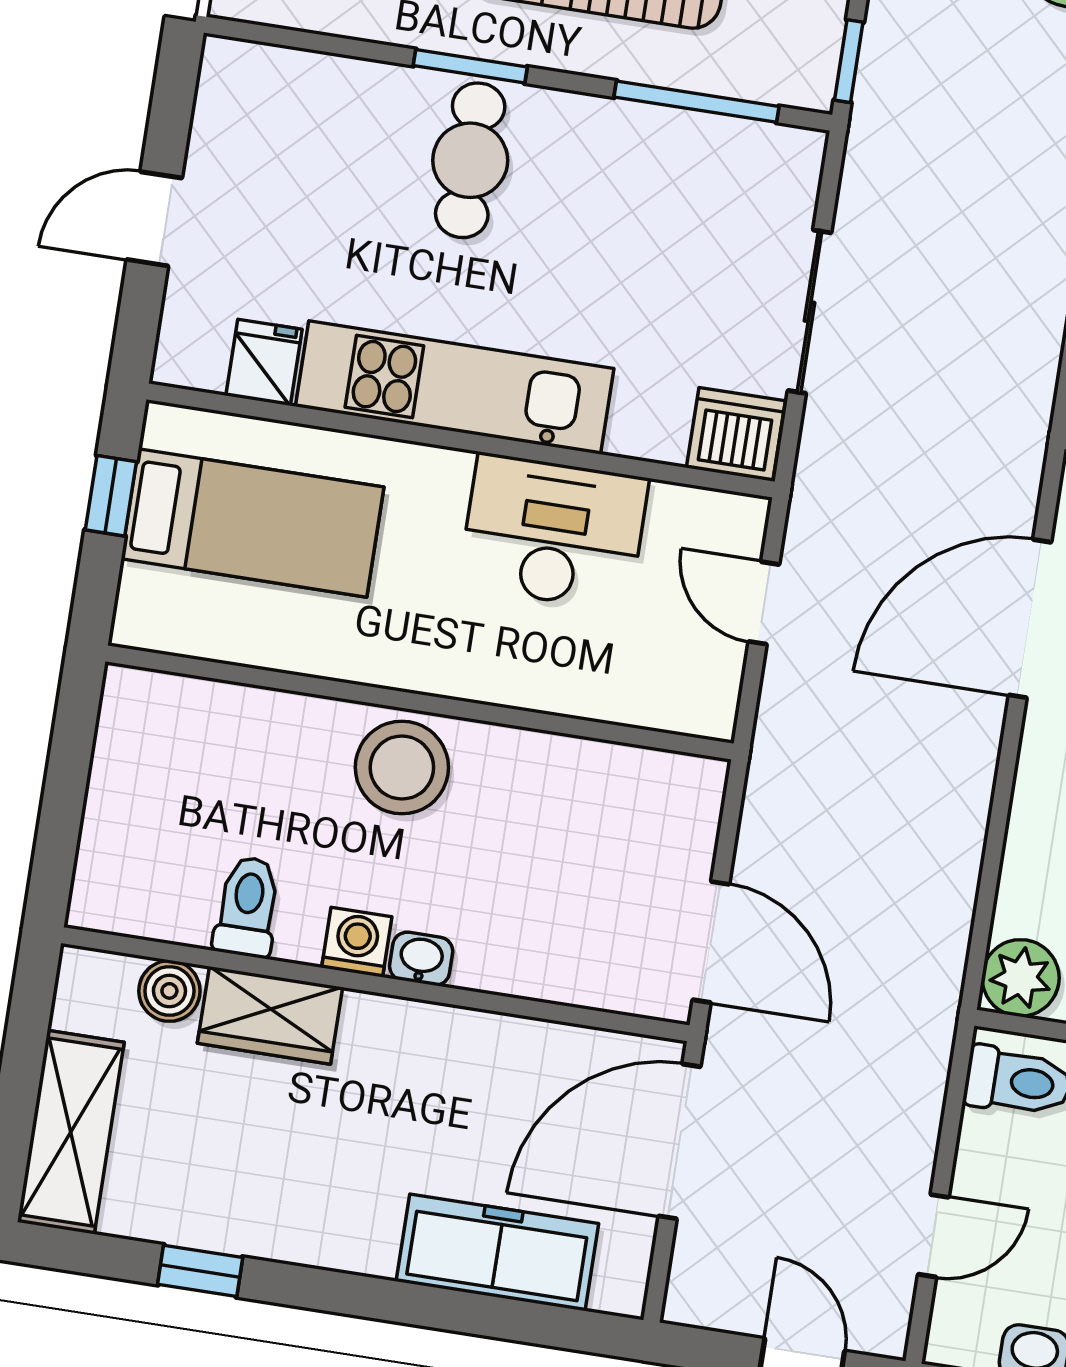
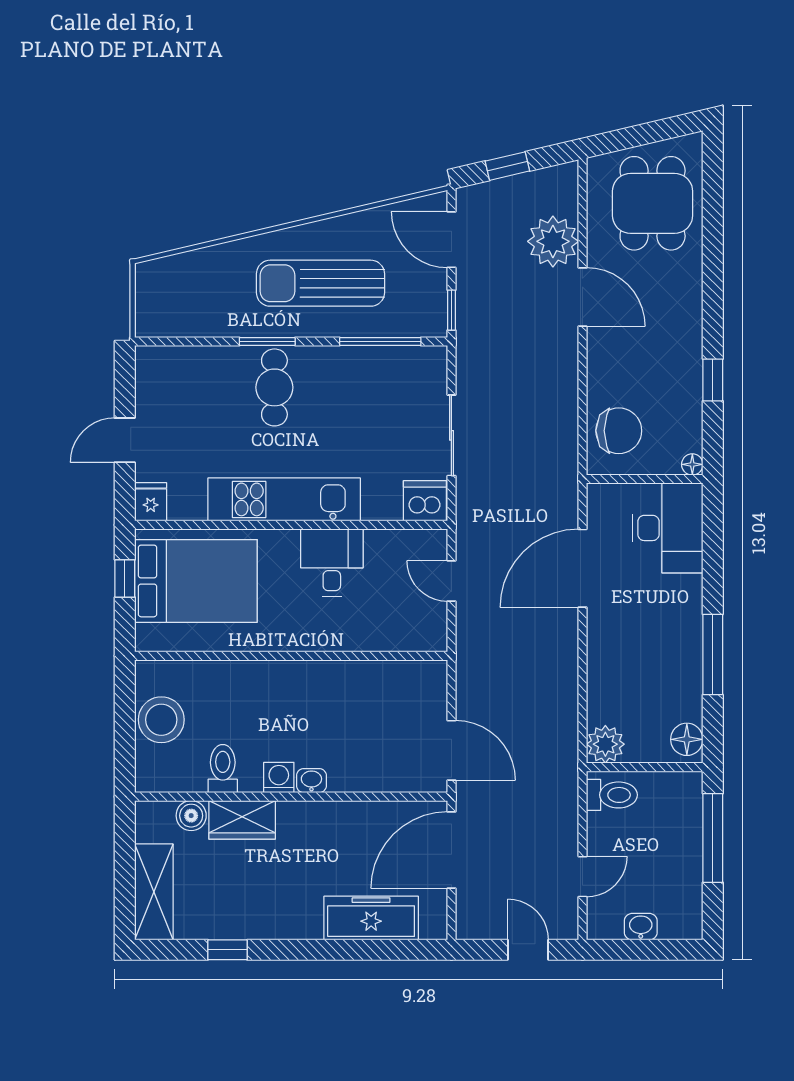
fridge: (264, 362) -> (151, 502), moved
bed: (252, 523) -> (196, 581), width x1.50
desk: (553, 532) -> (332, 562), width x0.73
stool: (402, 767) -> (161, 720), moved

